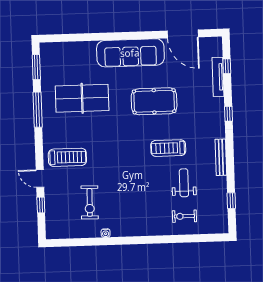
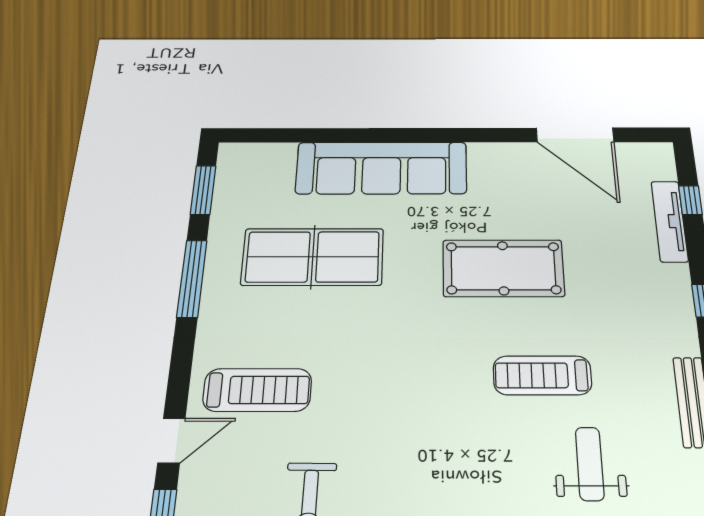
sofa: (130, 53) -> (382, 168), moved
door: (40, 178) -> (171, 440), swing flipped

